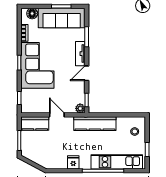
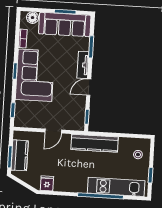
plant: (80, 108) -> (79, 126), removed
door: (57, 115) -> (53, 131), swing flipped
kitchen counter: (35, 123) -> (20, 155), moved, turned -90
fridge: (73, 162) -> (47, 183), moved

